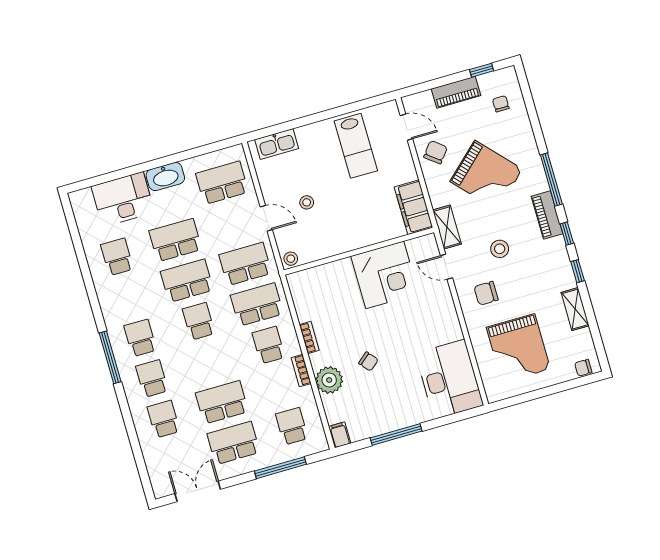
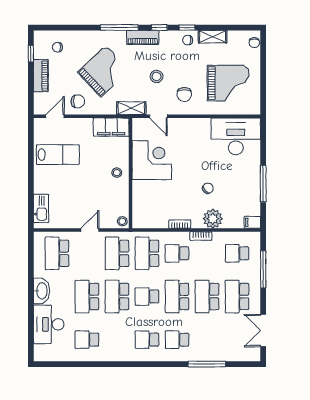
chair: (436, 152) -> (78, 101), turned 142
stool: (307, 202) -> (117, 173), moved
door: (446, 267) -> (158, 116), hinge flipped
chair: (561, 277) -> (188, 40), added
window: (110, 357) -> (207, 364), moved
school desk: (164, 419) -> (177, 297), moved, width x1.85

